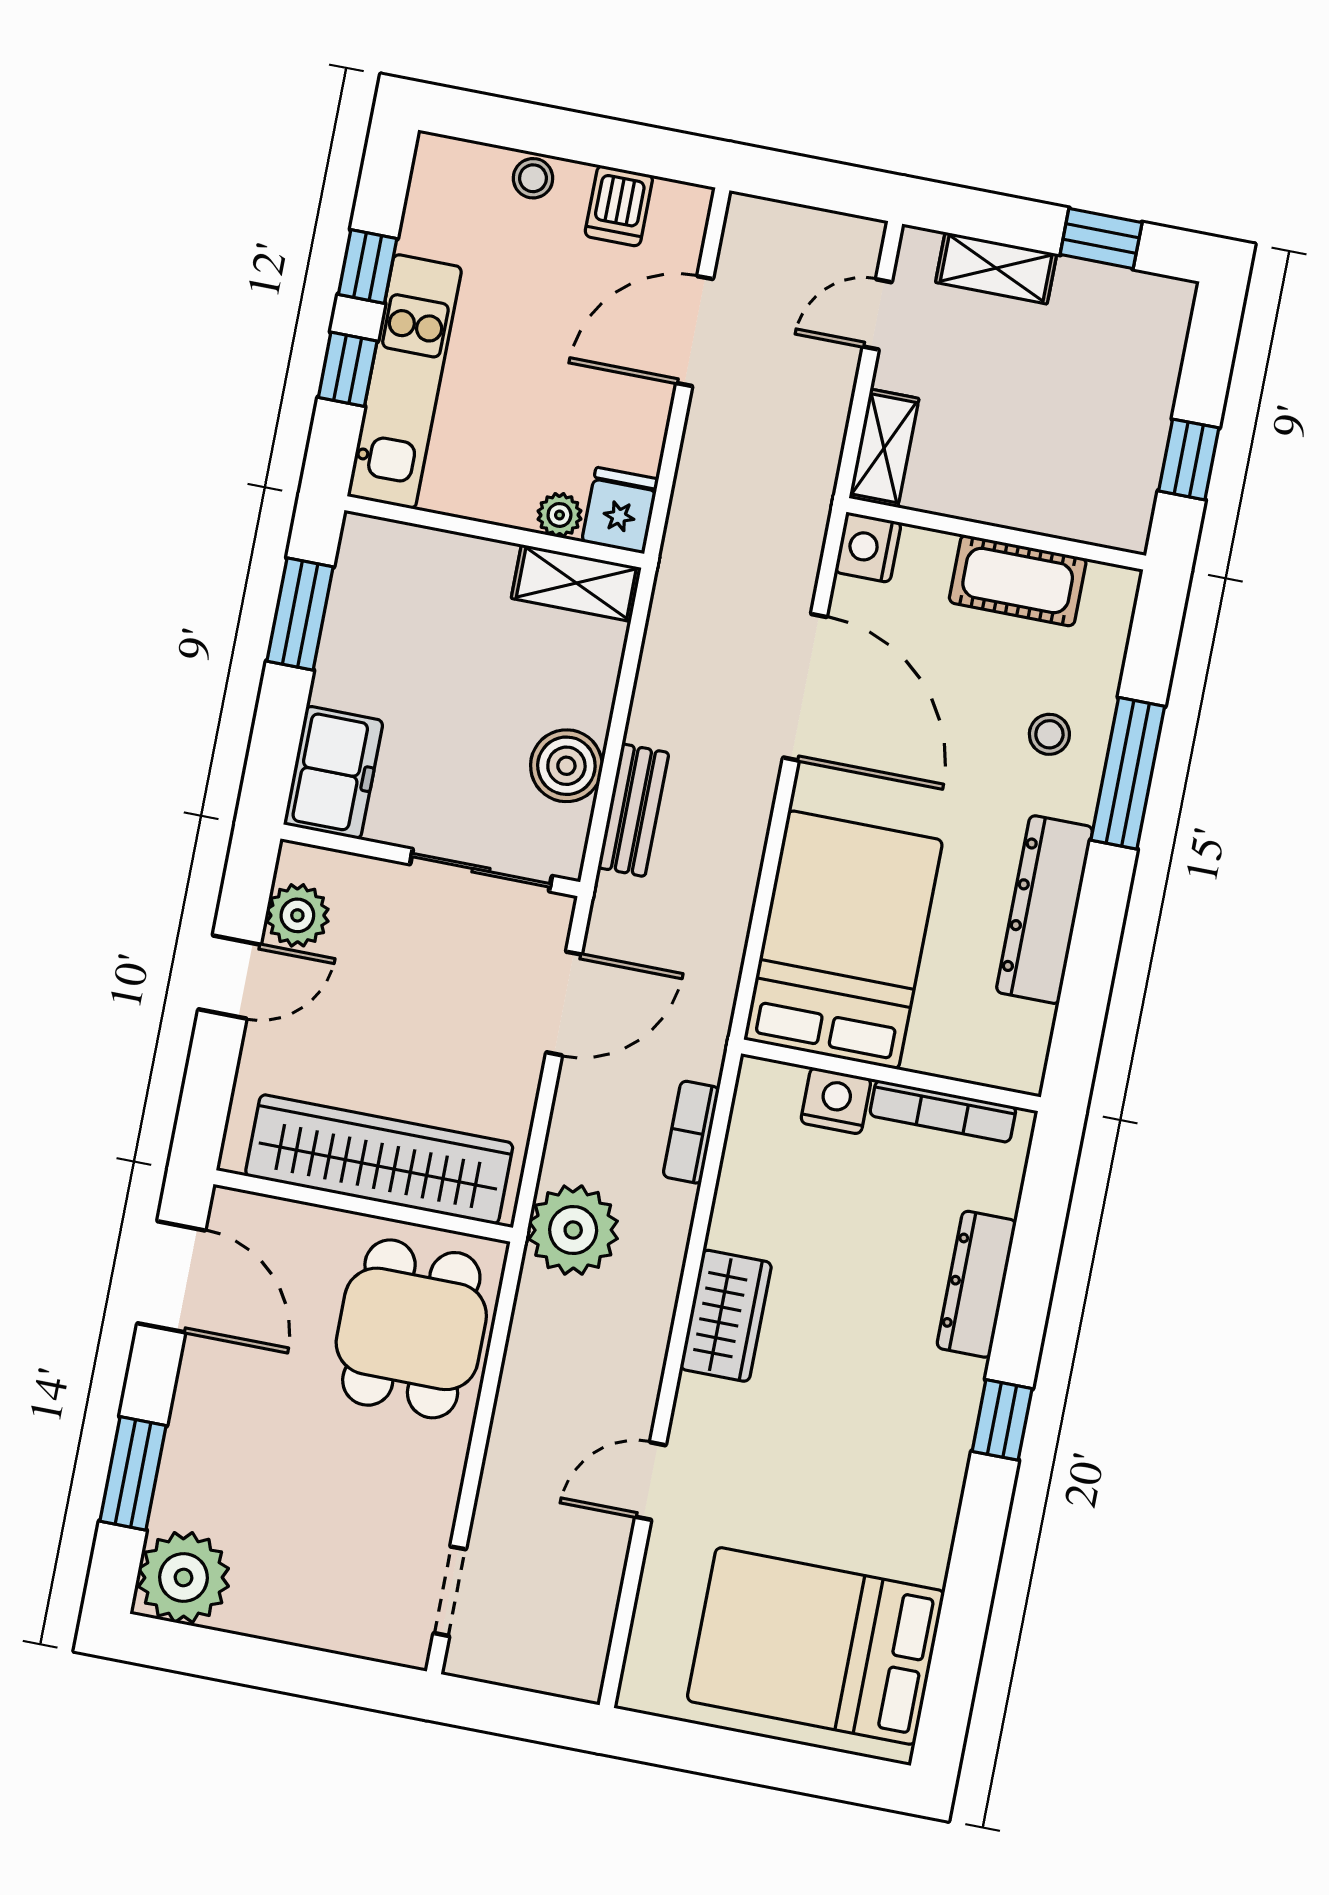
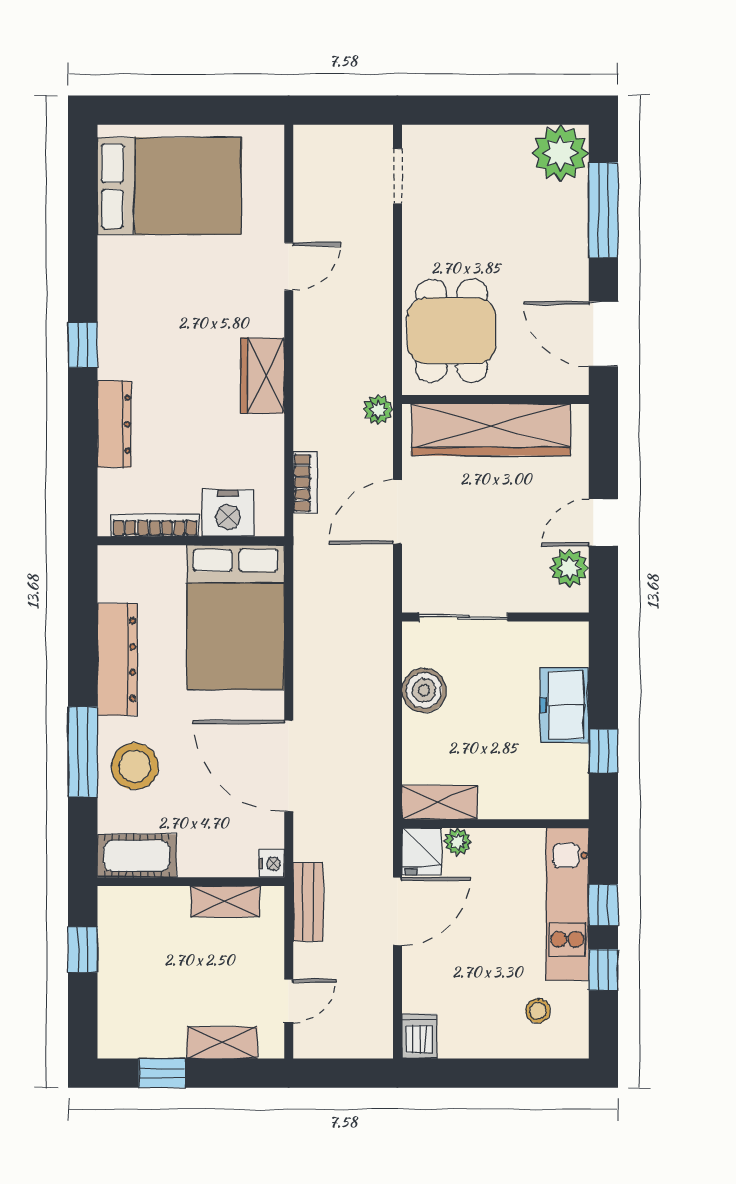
stool: (533, 178) -> (538, 1011), moved
dishwasher: (619, 206) -> (419, 1036), moved
door: (695, 331) -> (397, 911), moved
shelving: (884, 448) -> (225, 901), moved, turned 90
nightstand: (868, 547) -> (271, 864), width x0.72, depth x0.74
cot: (1018, 581) -> (137, 856), moved
window: (300, 614) -> (603, 751), width x0.67
stool: (1049, 734) -> (135, 766), width x1.89, depth x1.89
freezer: (333, 772) -> (564, 705), moved
bench: (633, 810) -> (308, 902), moved
door: (564, 1003) -> (397, 512), moved
nightstand: (836, 1101) -> (228, 513), width x1.36, depth x1.33
plant: (573, 1230) -> (378, 410), width x0.53, depth x0.53
window: (133, 1473) -> (603, 210), width x1.44

